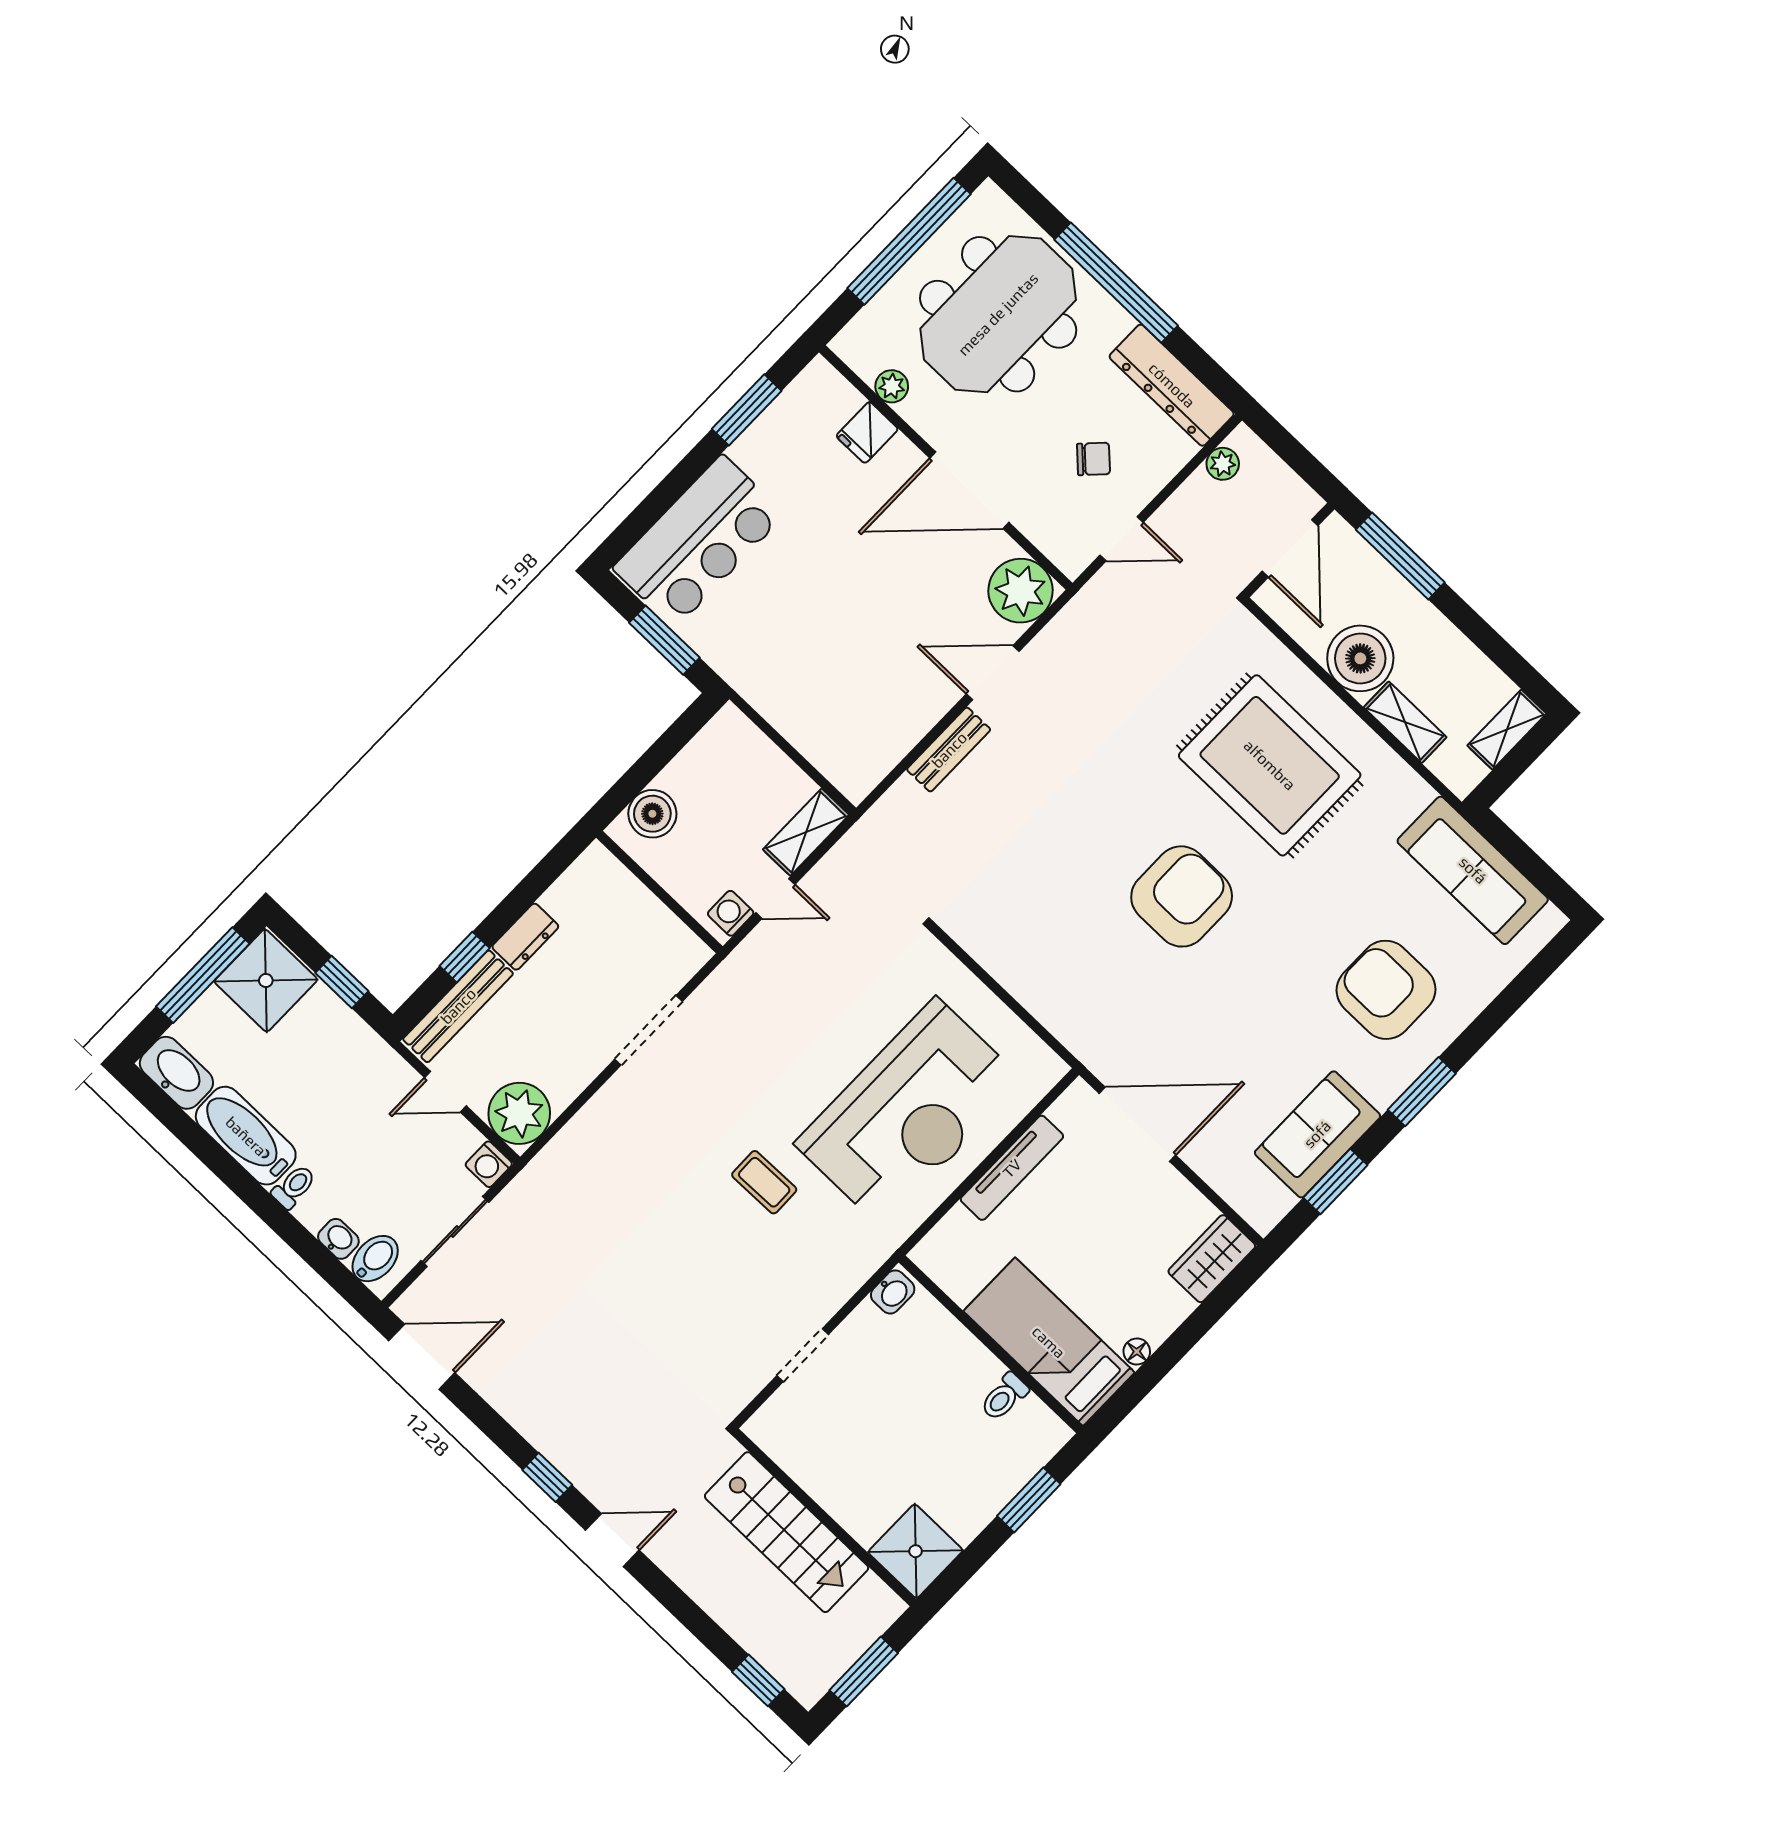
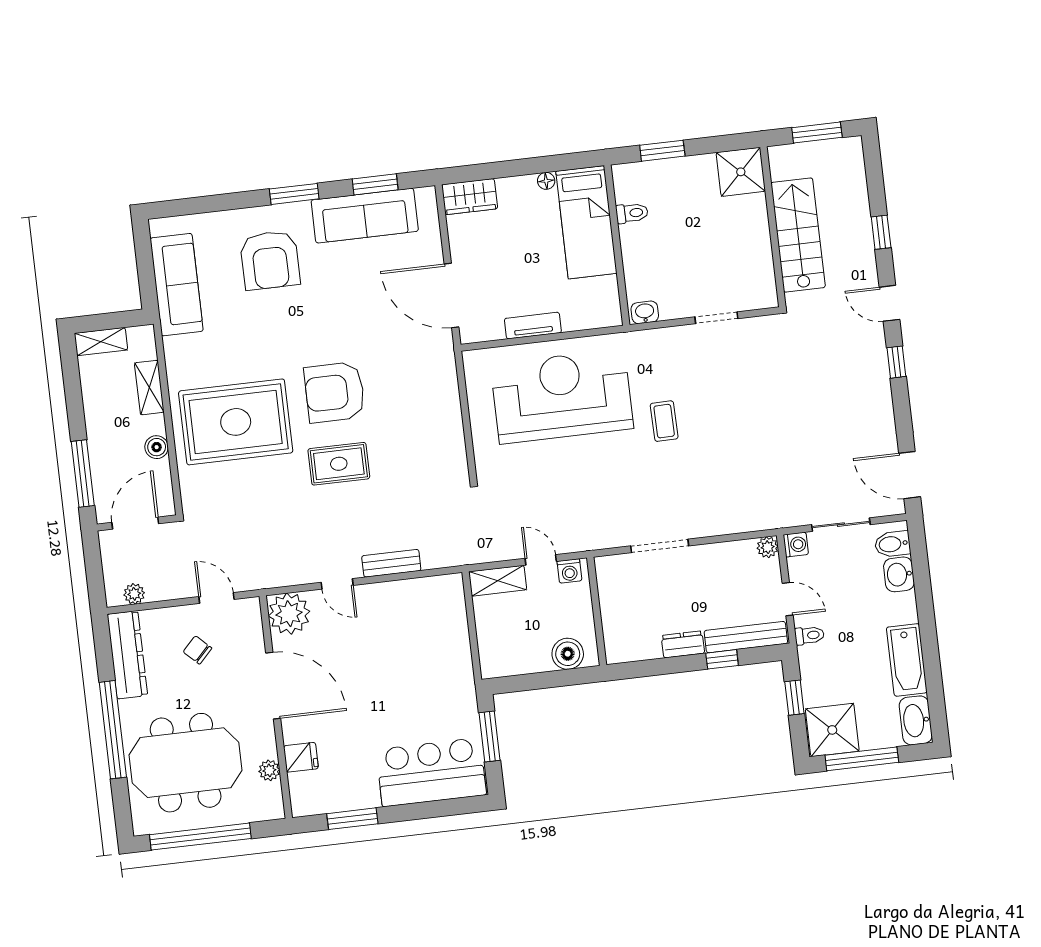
boiler: (1360, 658) -> (157, 447), width x0.54, depth x0.54
door: (993, 673) -> (337, 584), width x0.73
rug: (1270, 765) -> (236, 422), turned 90
rug: (1107, 816) -> (339, 464), added
plant: (519, 1113) -> (768, 547), width x0.53, depth x0.53
sofa: (1317, 1134) -> (365, 216), width x1.36
tv unit: (1012, 1168) -> (533, 326), width x0.71
toilet: (294, 1187) -> (809, 635), moved, turned 180
washbasin: (338, 1239) -> (899, 574), width x1.38, depth x1.45
window: (758, 1680) -> (881, 232), moved

